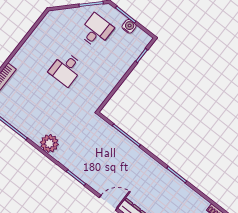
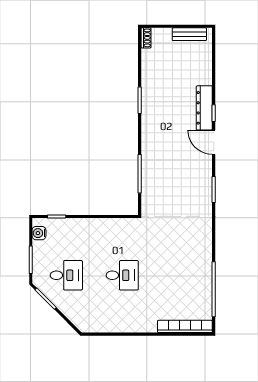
water cooler: (129, 26) -> (39, 233), moved
desk: (96, 31) -> (66, 275), turned 180
plant: (49, 143) -> (202, 238), removed

